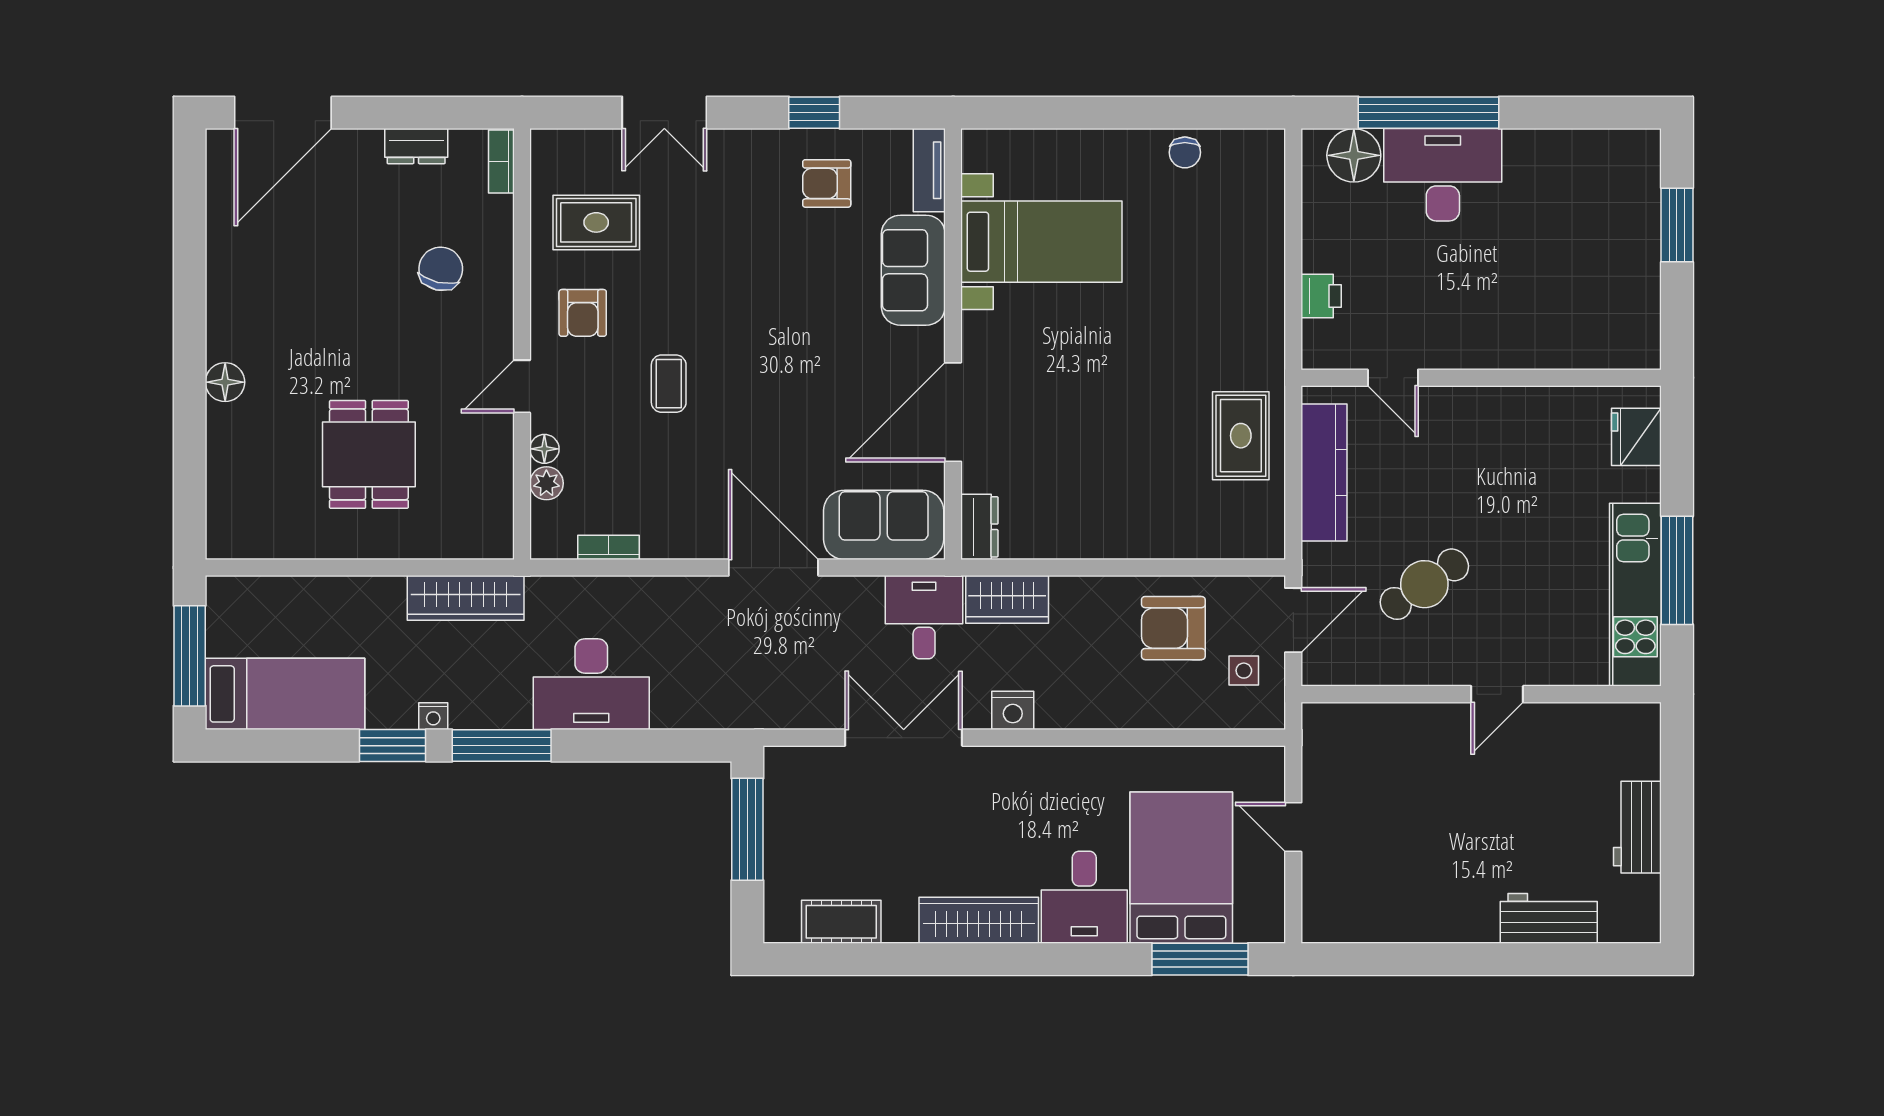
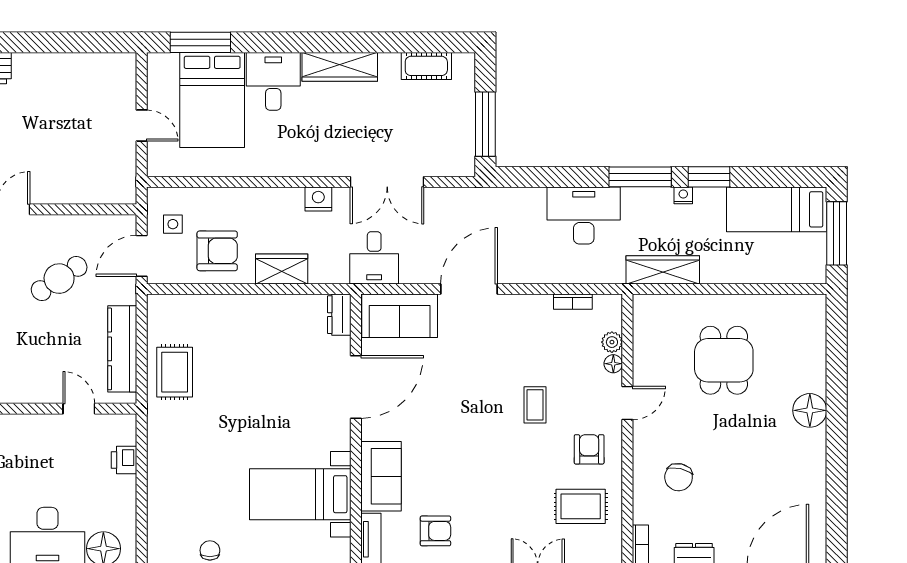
floor lamp: (225, 382) -> (810, 410), width x1.38, depth x1.38
door: (773, 568) -> (469, 289), swing flipped
wardrobe: (1007, 599) -> (282, 269), moved

